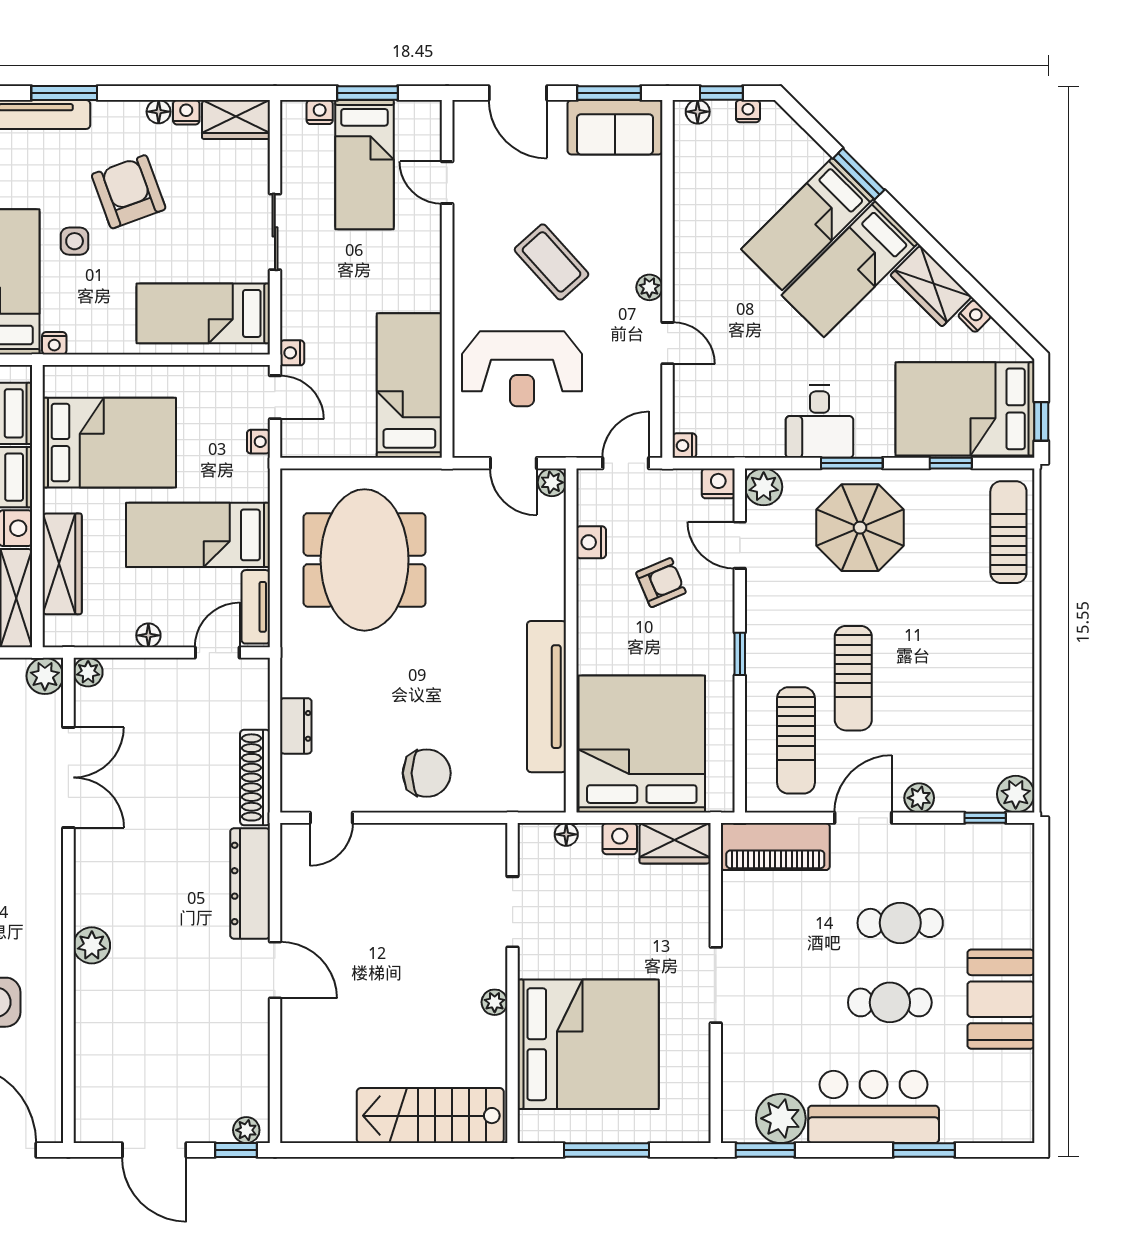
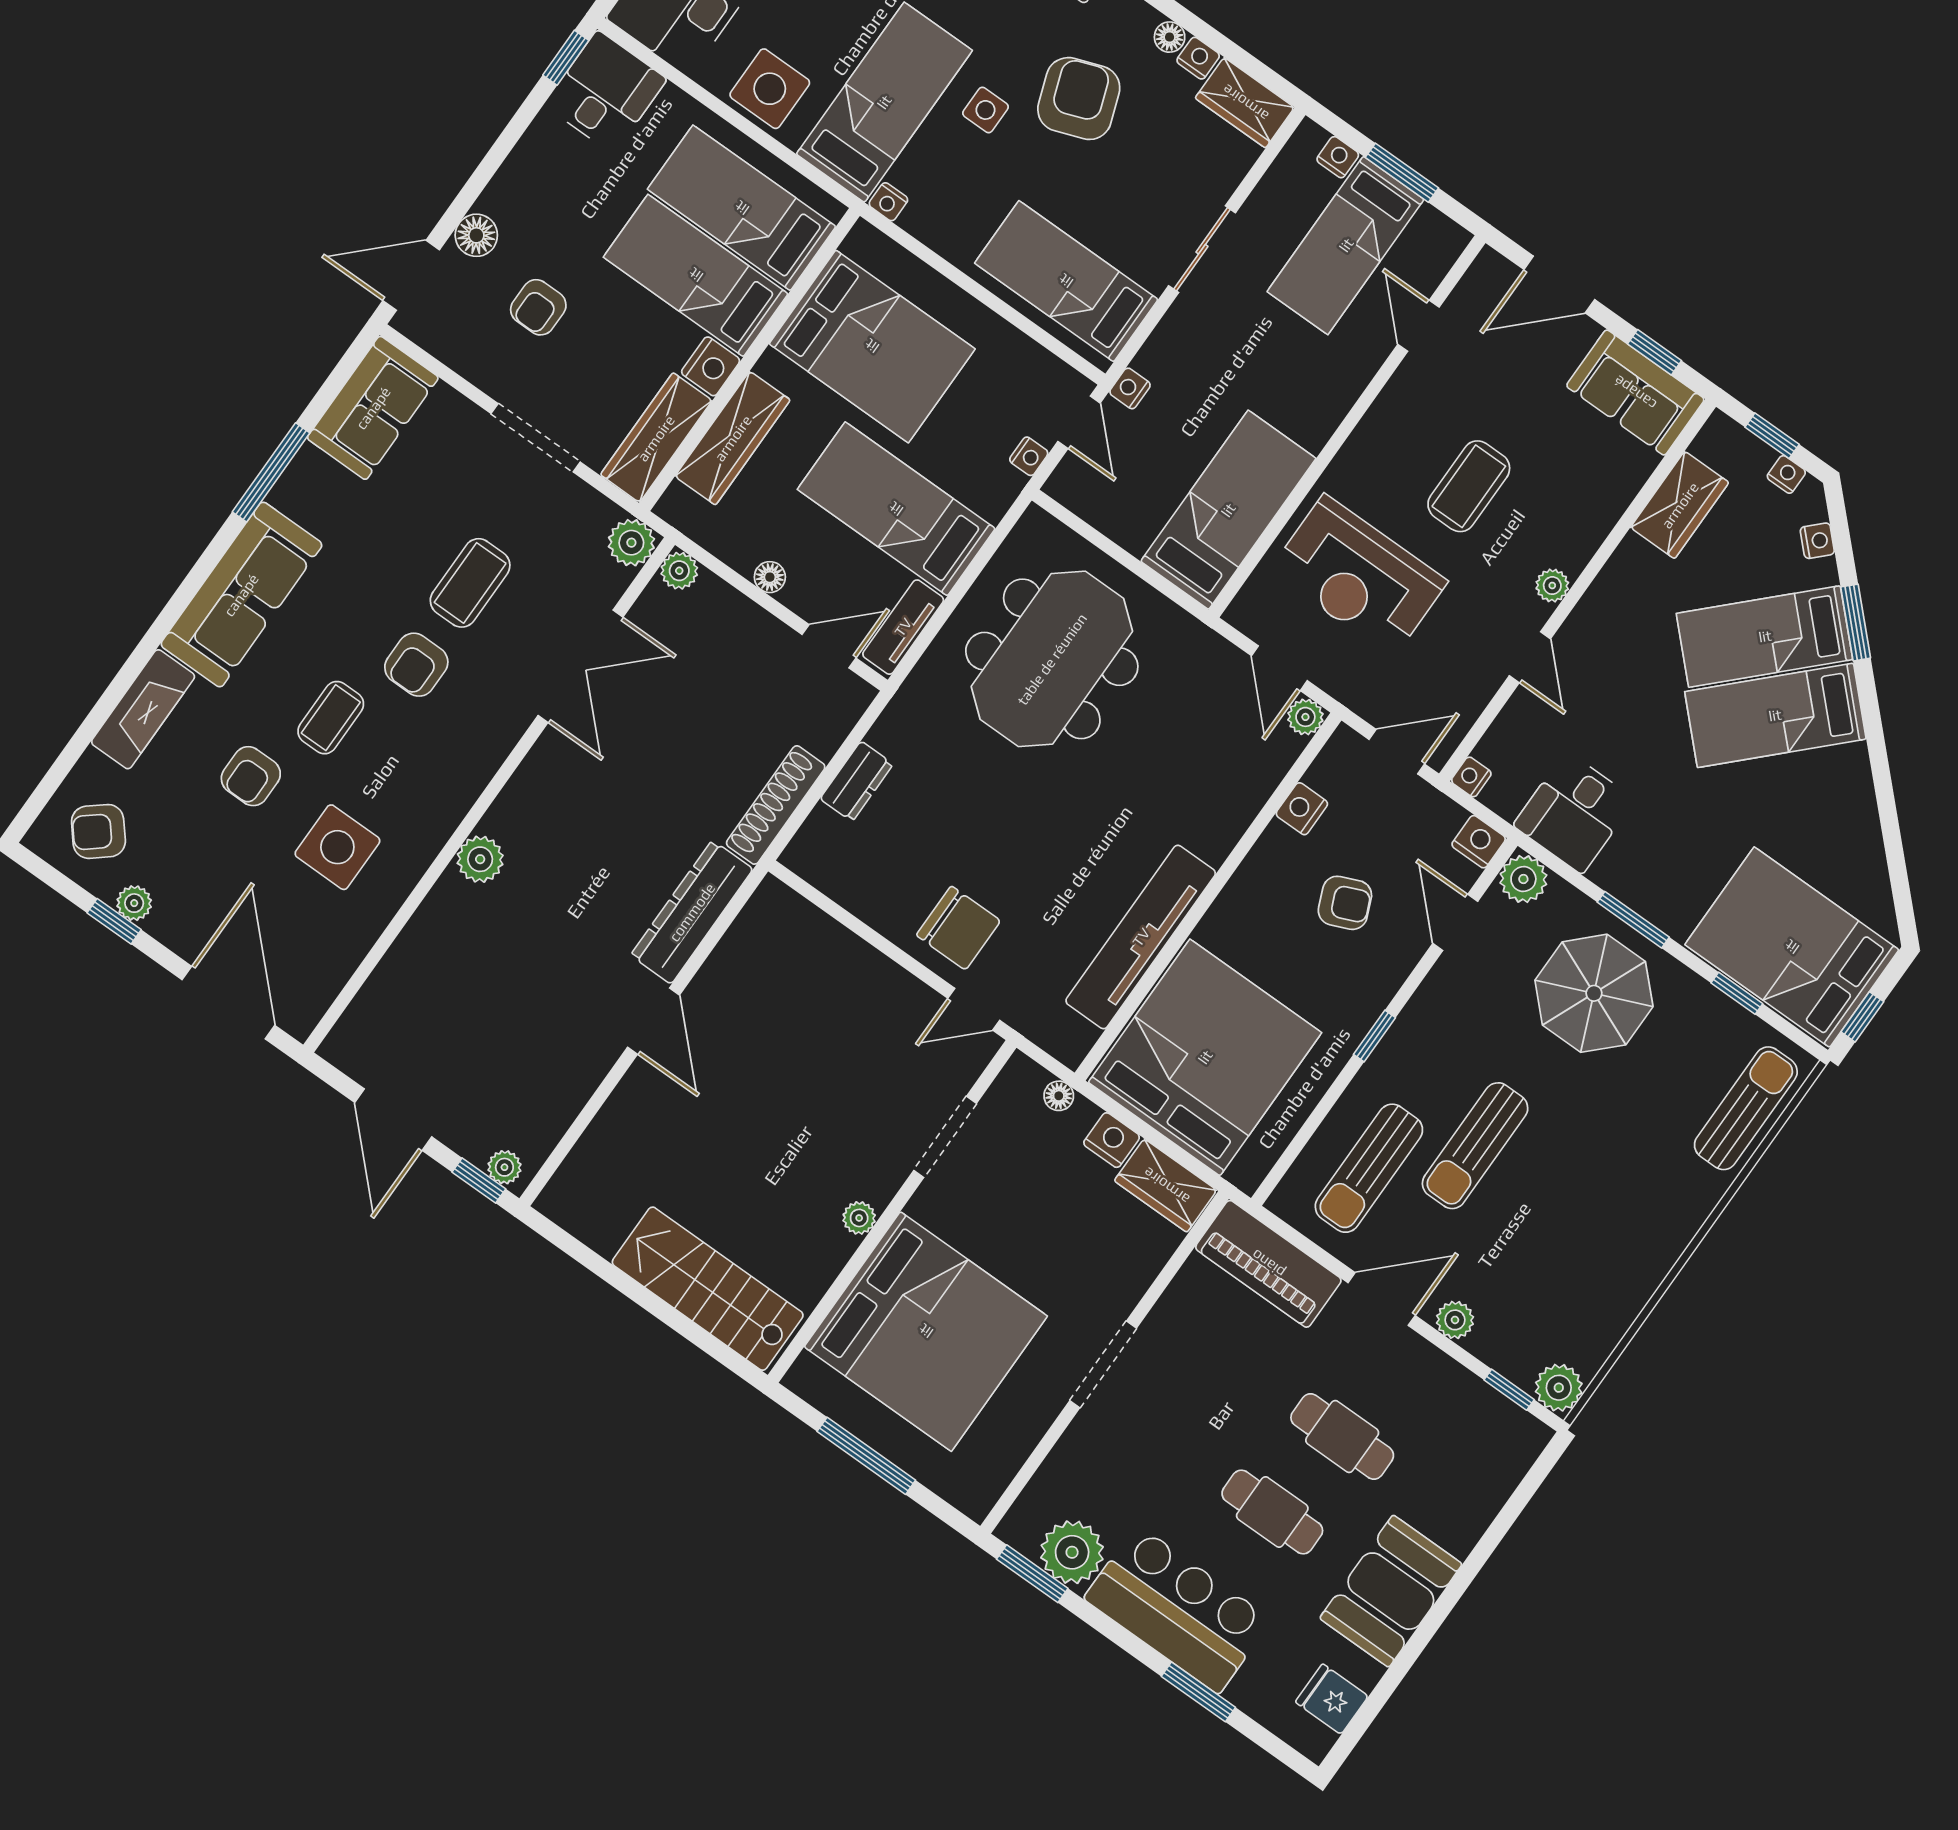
door: (518, 93) -> (1559, 285), hinge flipped
window: (609, 93) -> (1655, 352), width x0.67
floor lamp: (698, 112) -> (1733, 438), removed
coffee table: (552, 262) -> (1469, 486), turned 42
wardrobe: (931, 286) -> (1680, 505), moved, turned -135
nightstand: (975, 316) -> (1817, 541), moved
desk: (820, 422) -> (1574, 812), moved
door: (331, 818) -> (974, 1009), moved
fridge: (1012, 1094) -> (1332, 1699), added

